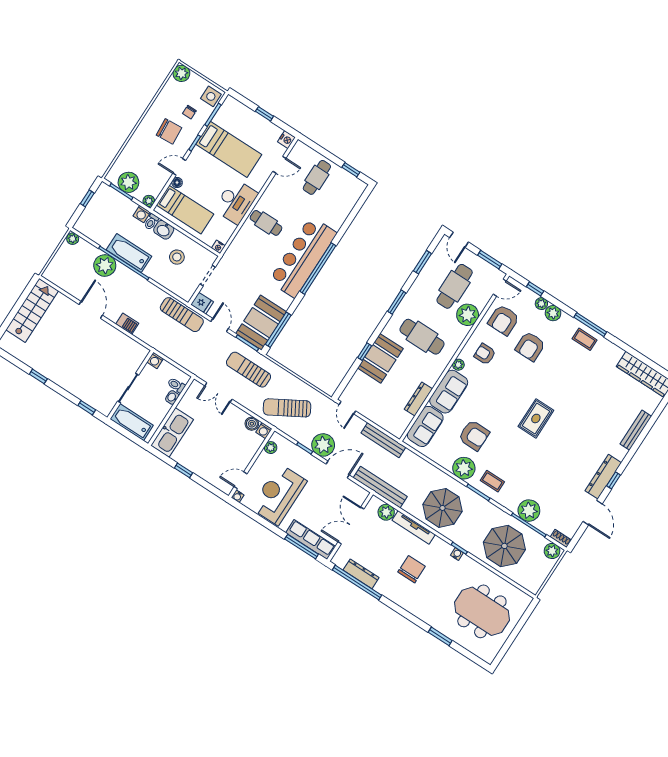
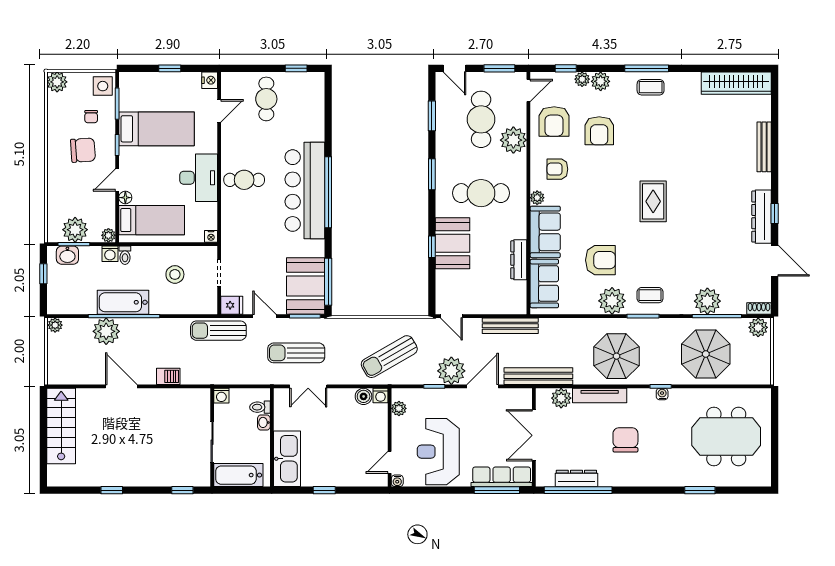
washbasin: (164, 230) -> (67, 255), moved
sun lounger: (182, 315) -> (218, 331), turned 180
sun lounger: (248, 370) -> (296, 353), moved

